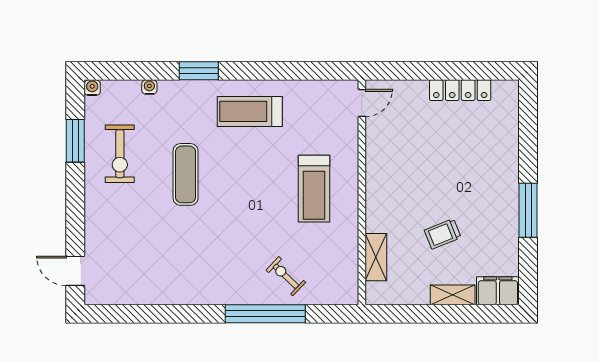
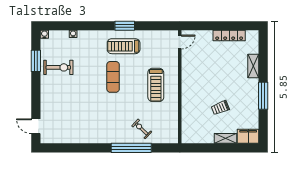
window: (199, 71) -> (125, 26), moved
exercise bike: (120, 154) -> (58, 67), turned -90
exercise mat: (186, 174) -> (113, 77), moved
shelving: (376, 257) -> (253, 66), moved

